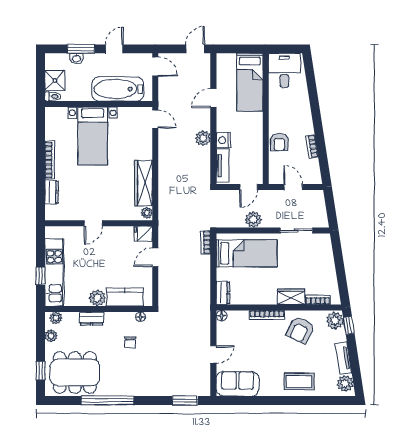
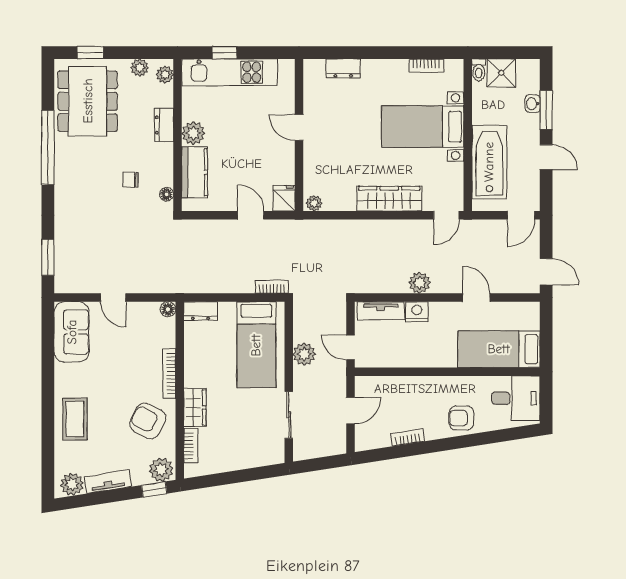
armchair: (279, 142) -> (461, 418), moved
bookcase: (50, 160) -> (426, 66), moved, width x0.64
wardrobe: (144, 183) -> (389, 199), moved

